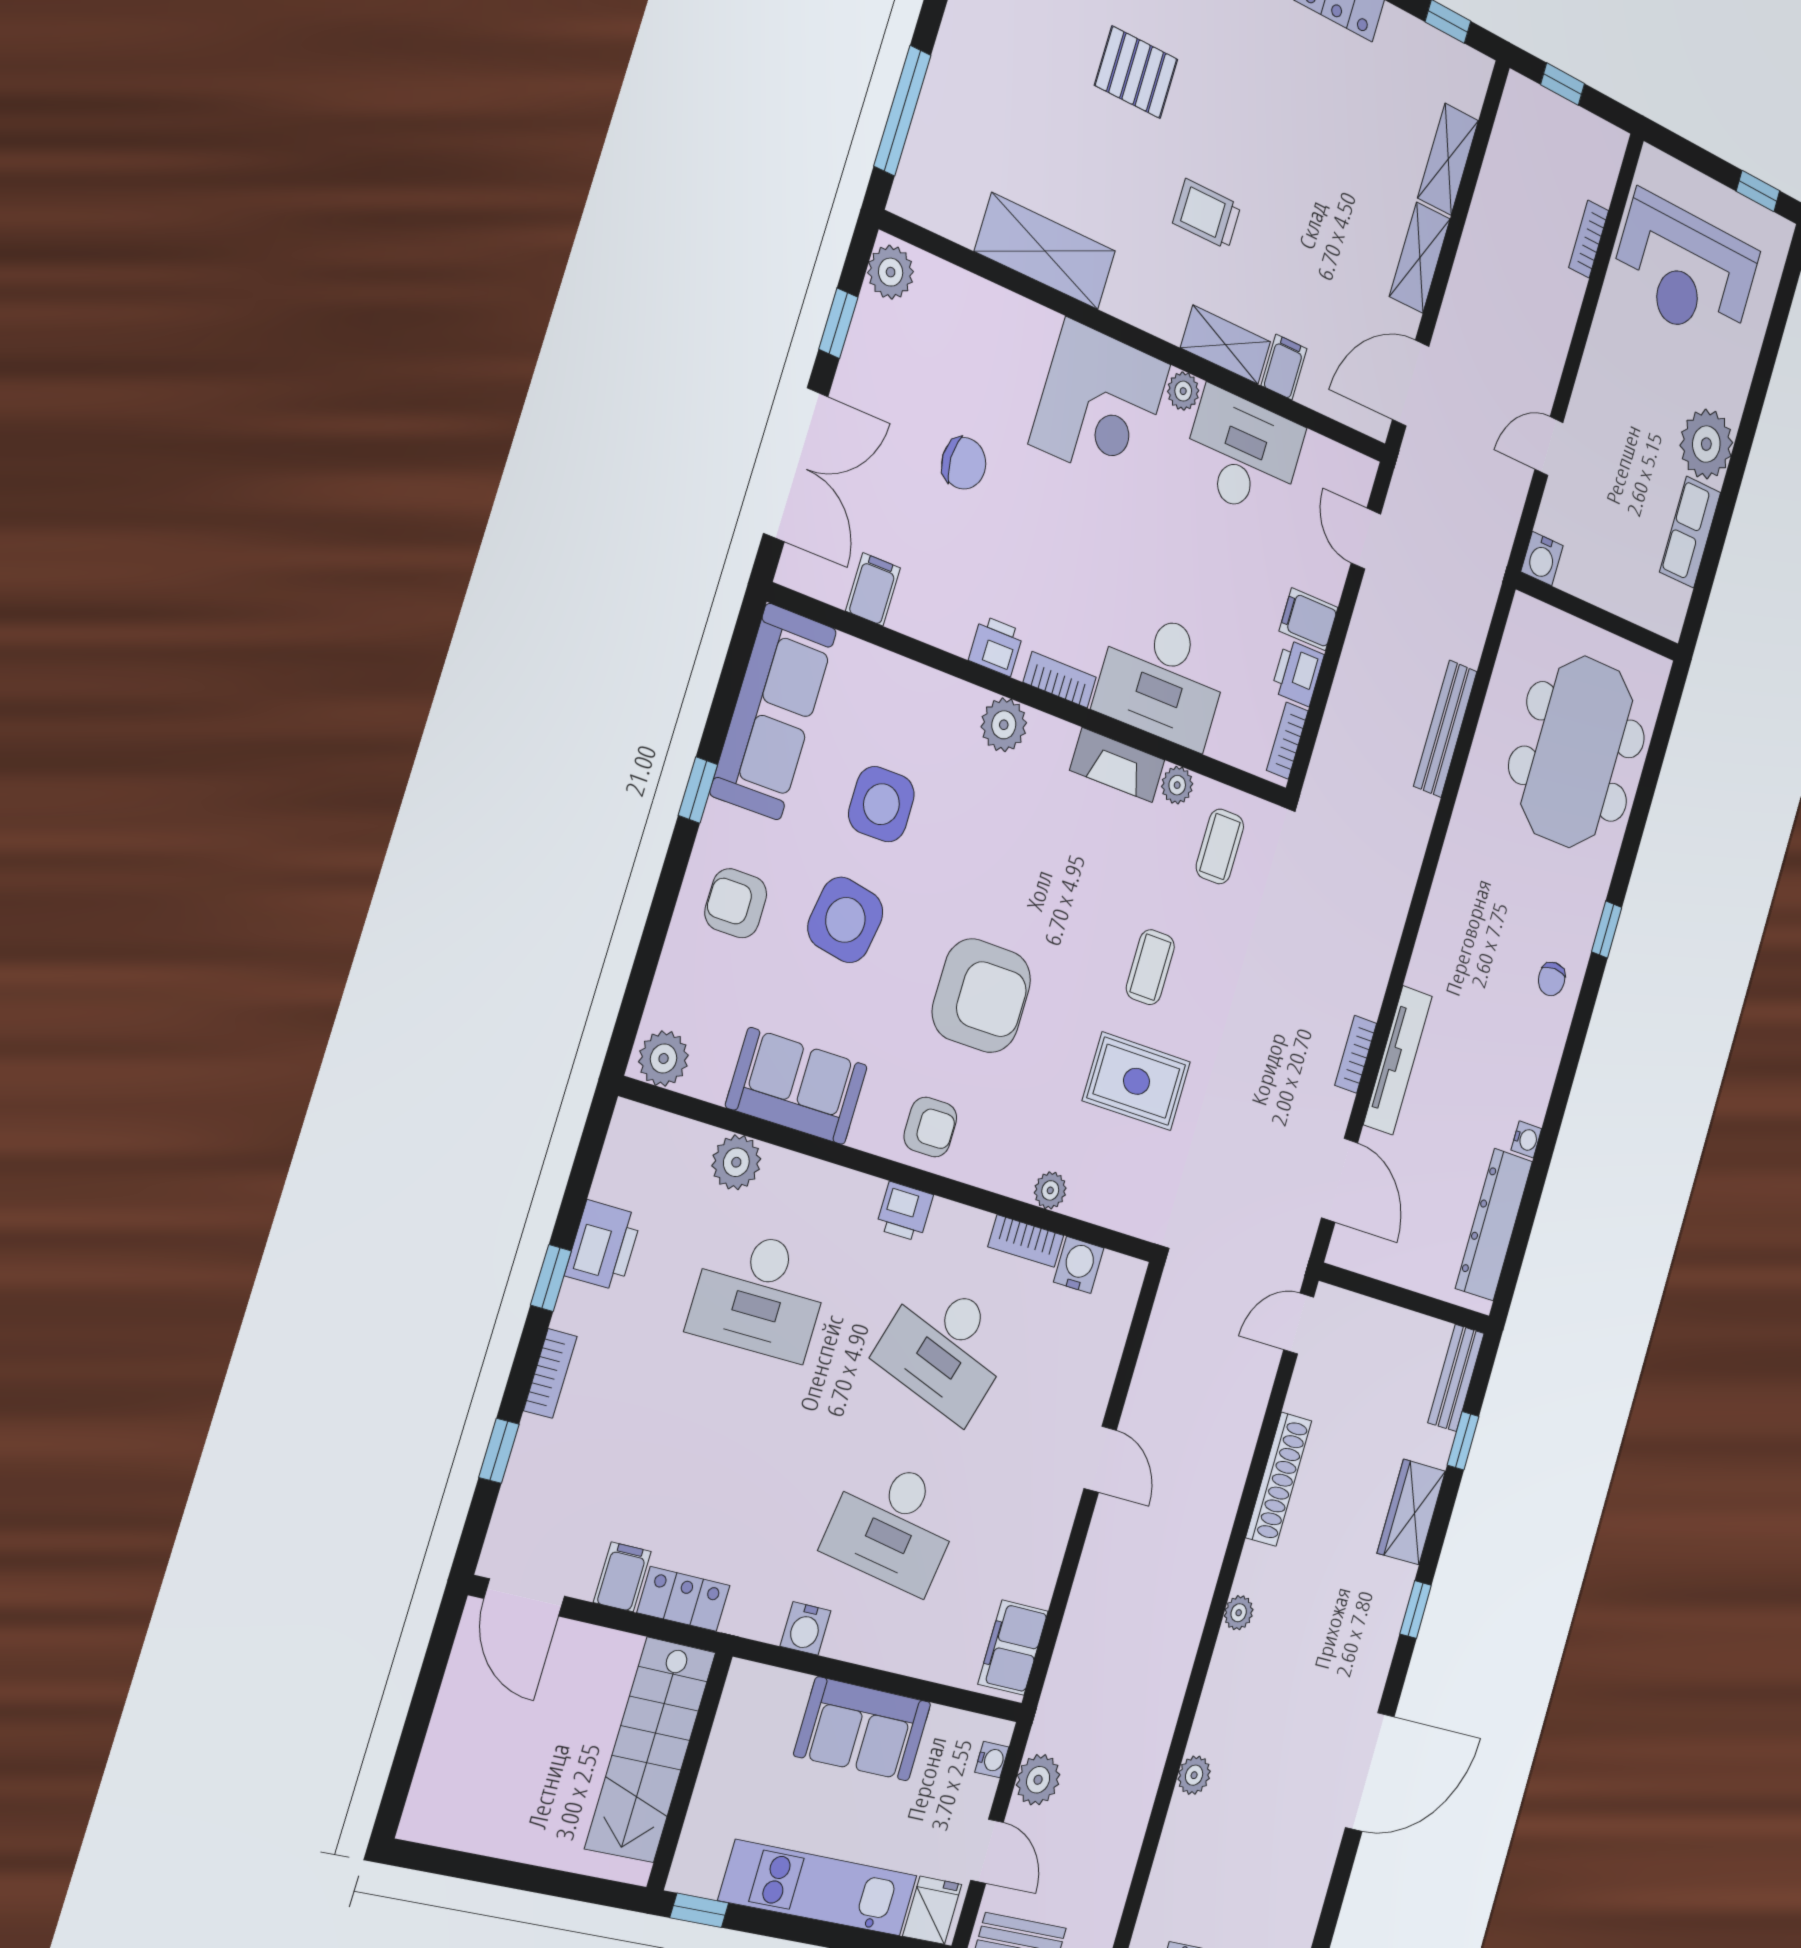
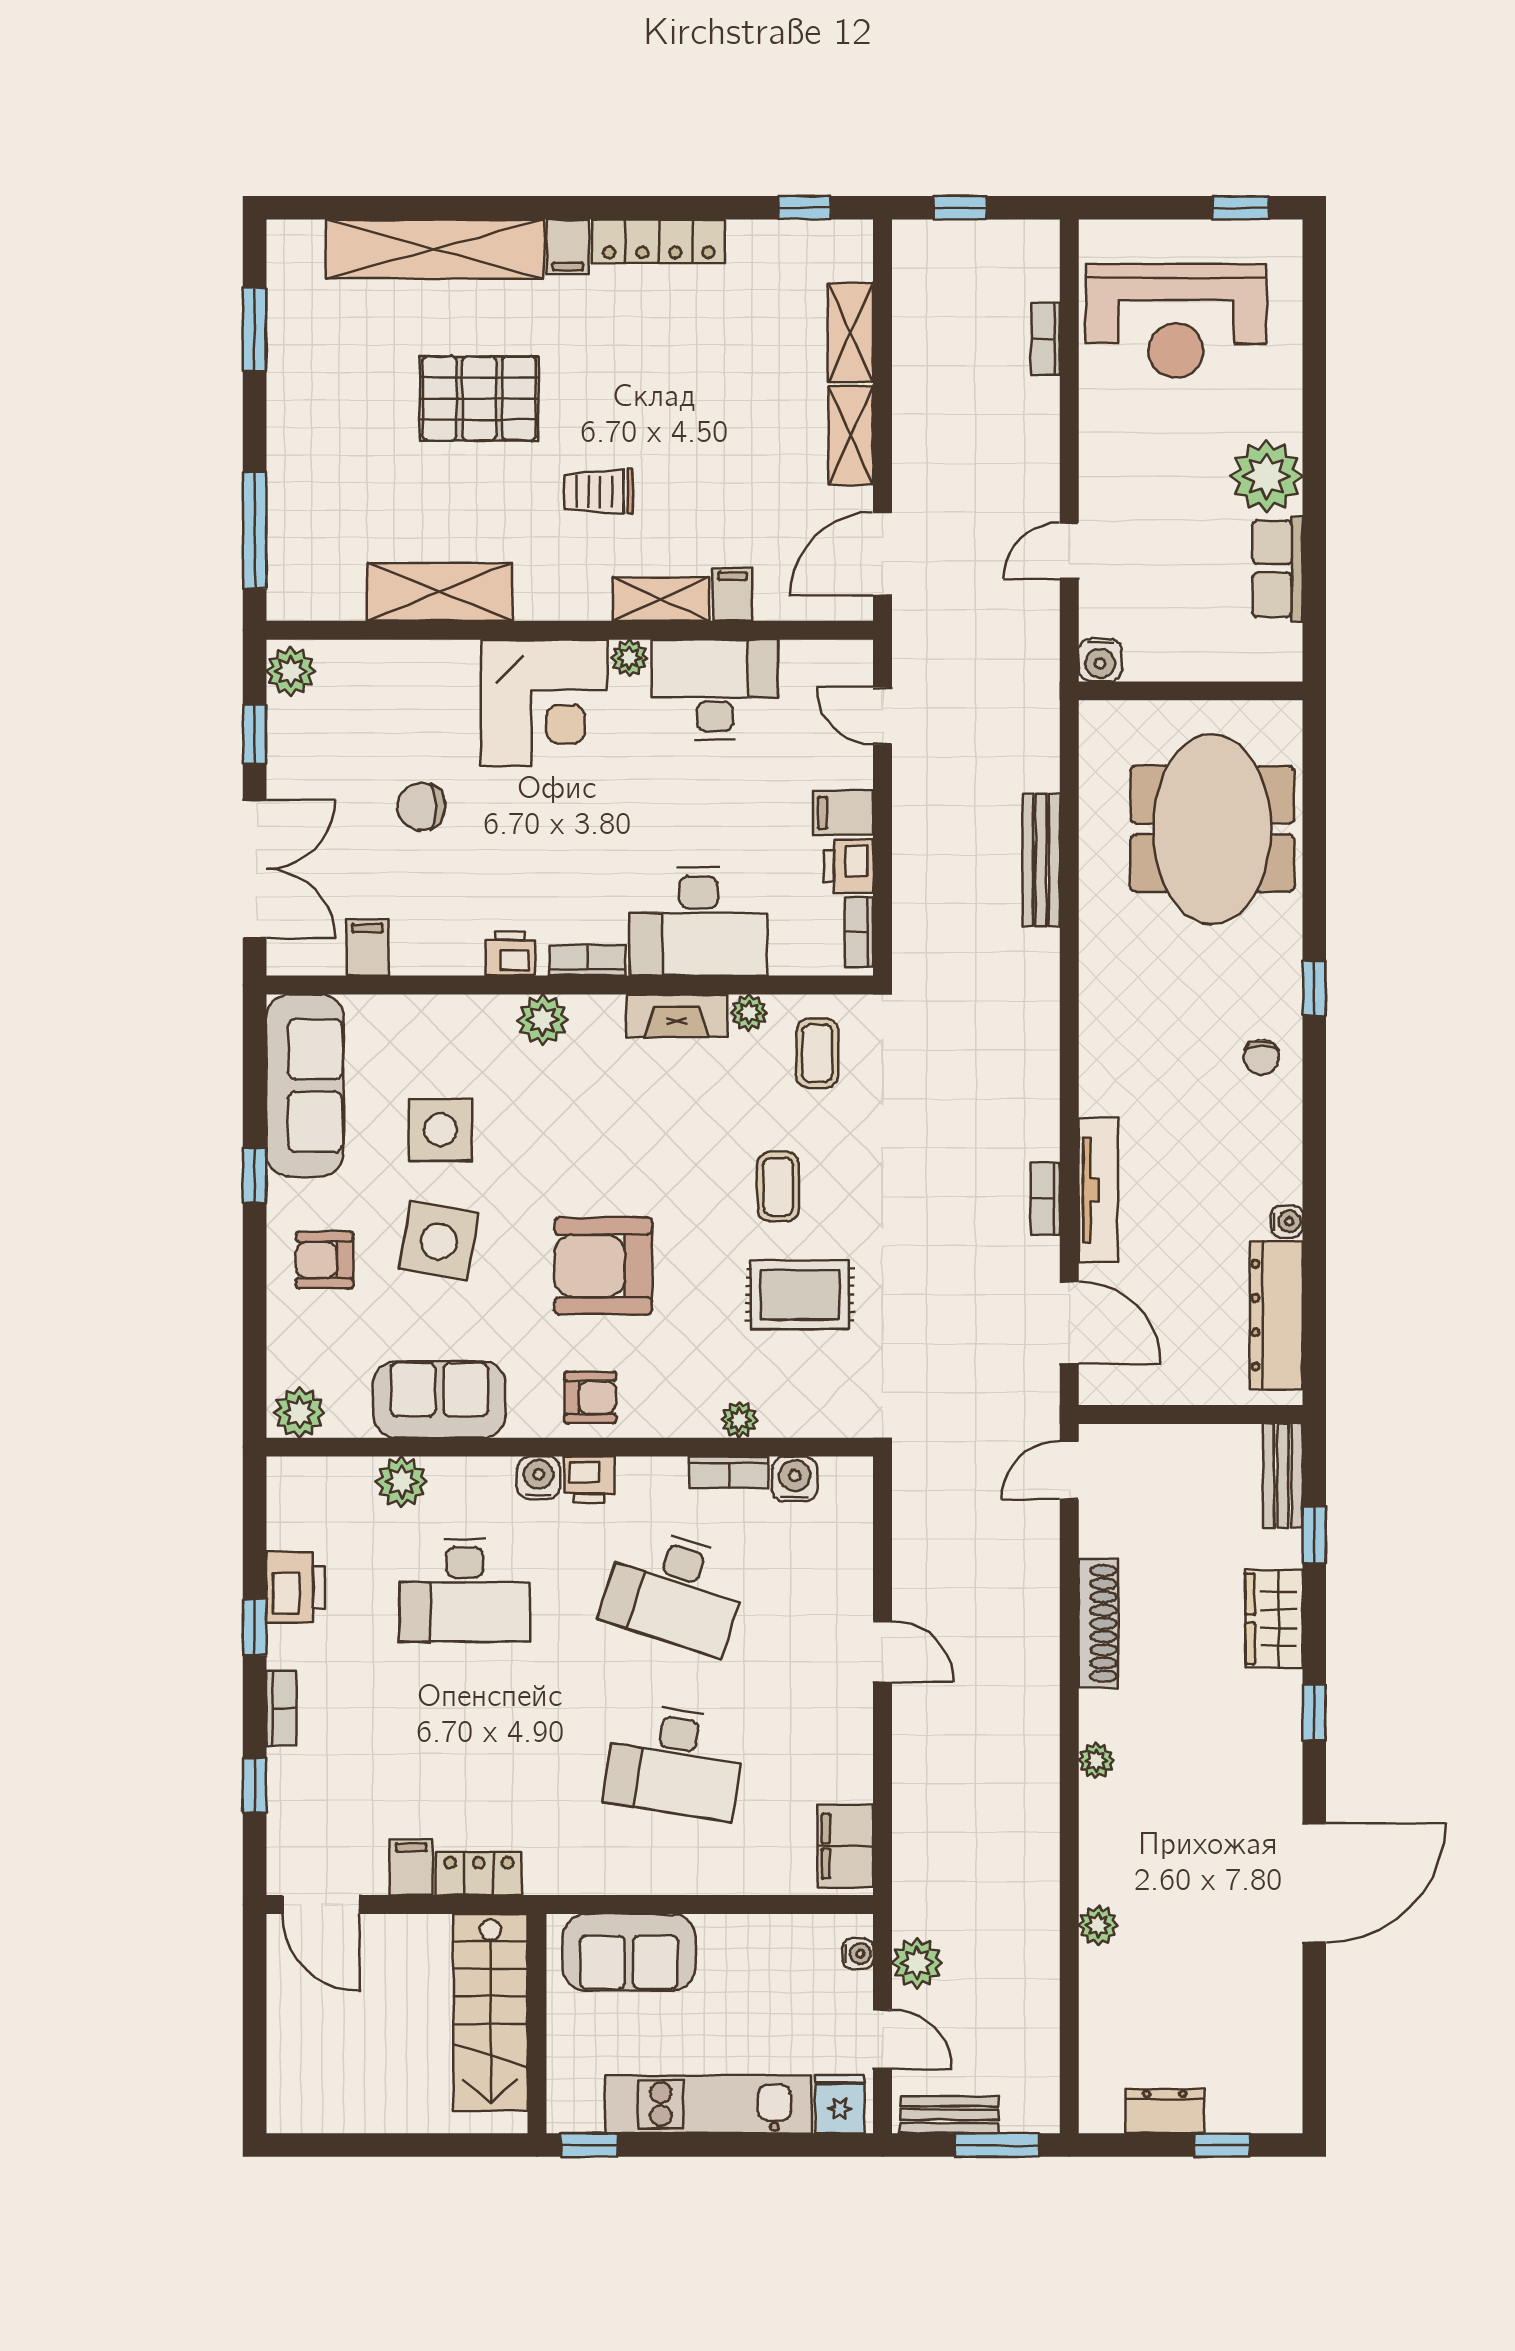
pallet: (1136, 72) -> (479, 398), width x1.50, depth x1.42
chair: (964, 463) -> (421, 807), turned 180
armchair: (981, 996) -> (603, 1266), turned 180
water cooler: (806, 1628) -> (539, 1478), moved, turned 180
sofa: (863, 1729) -> (629, 1952), moved

